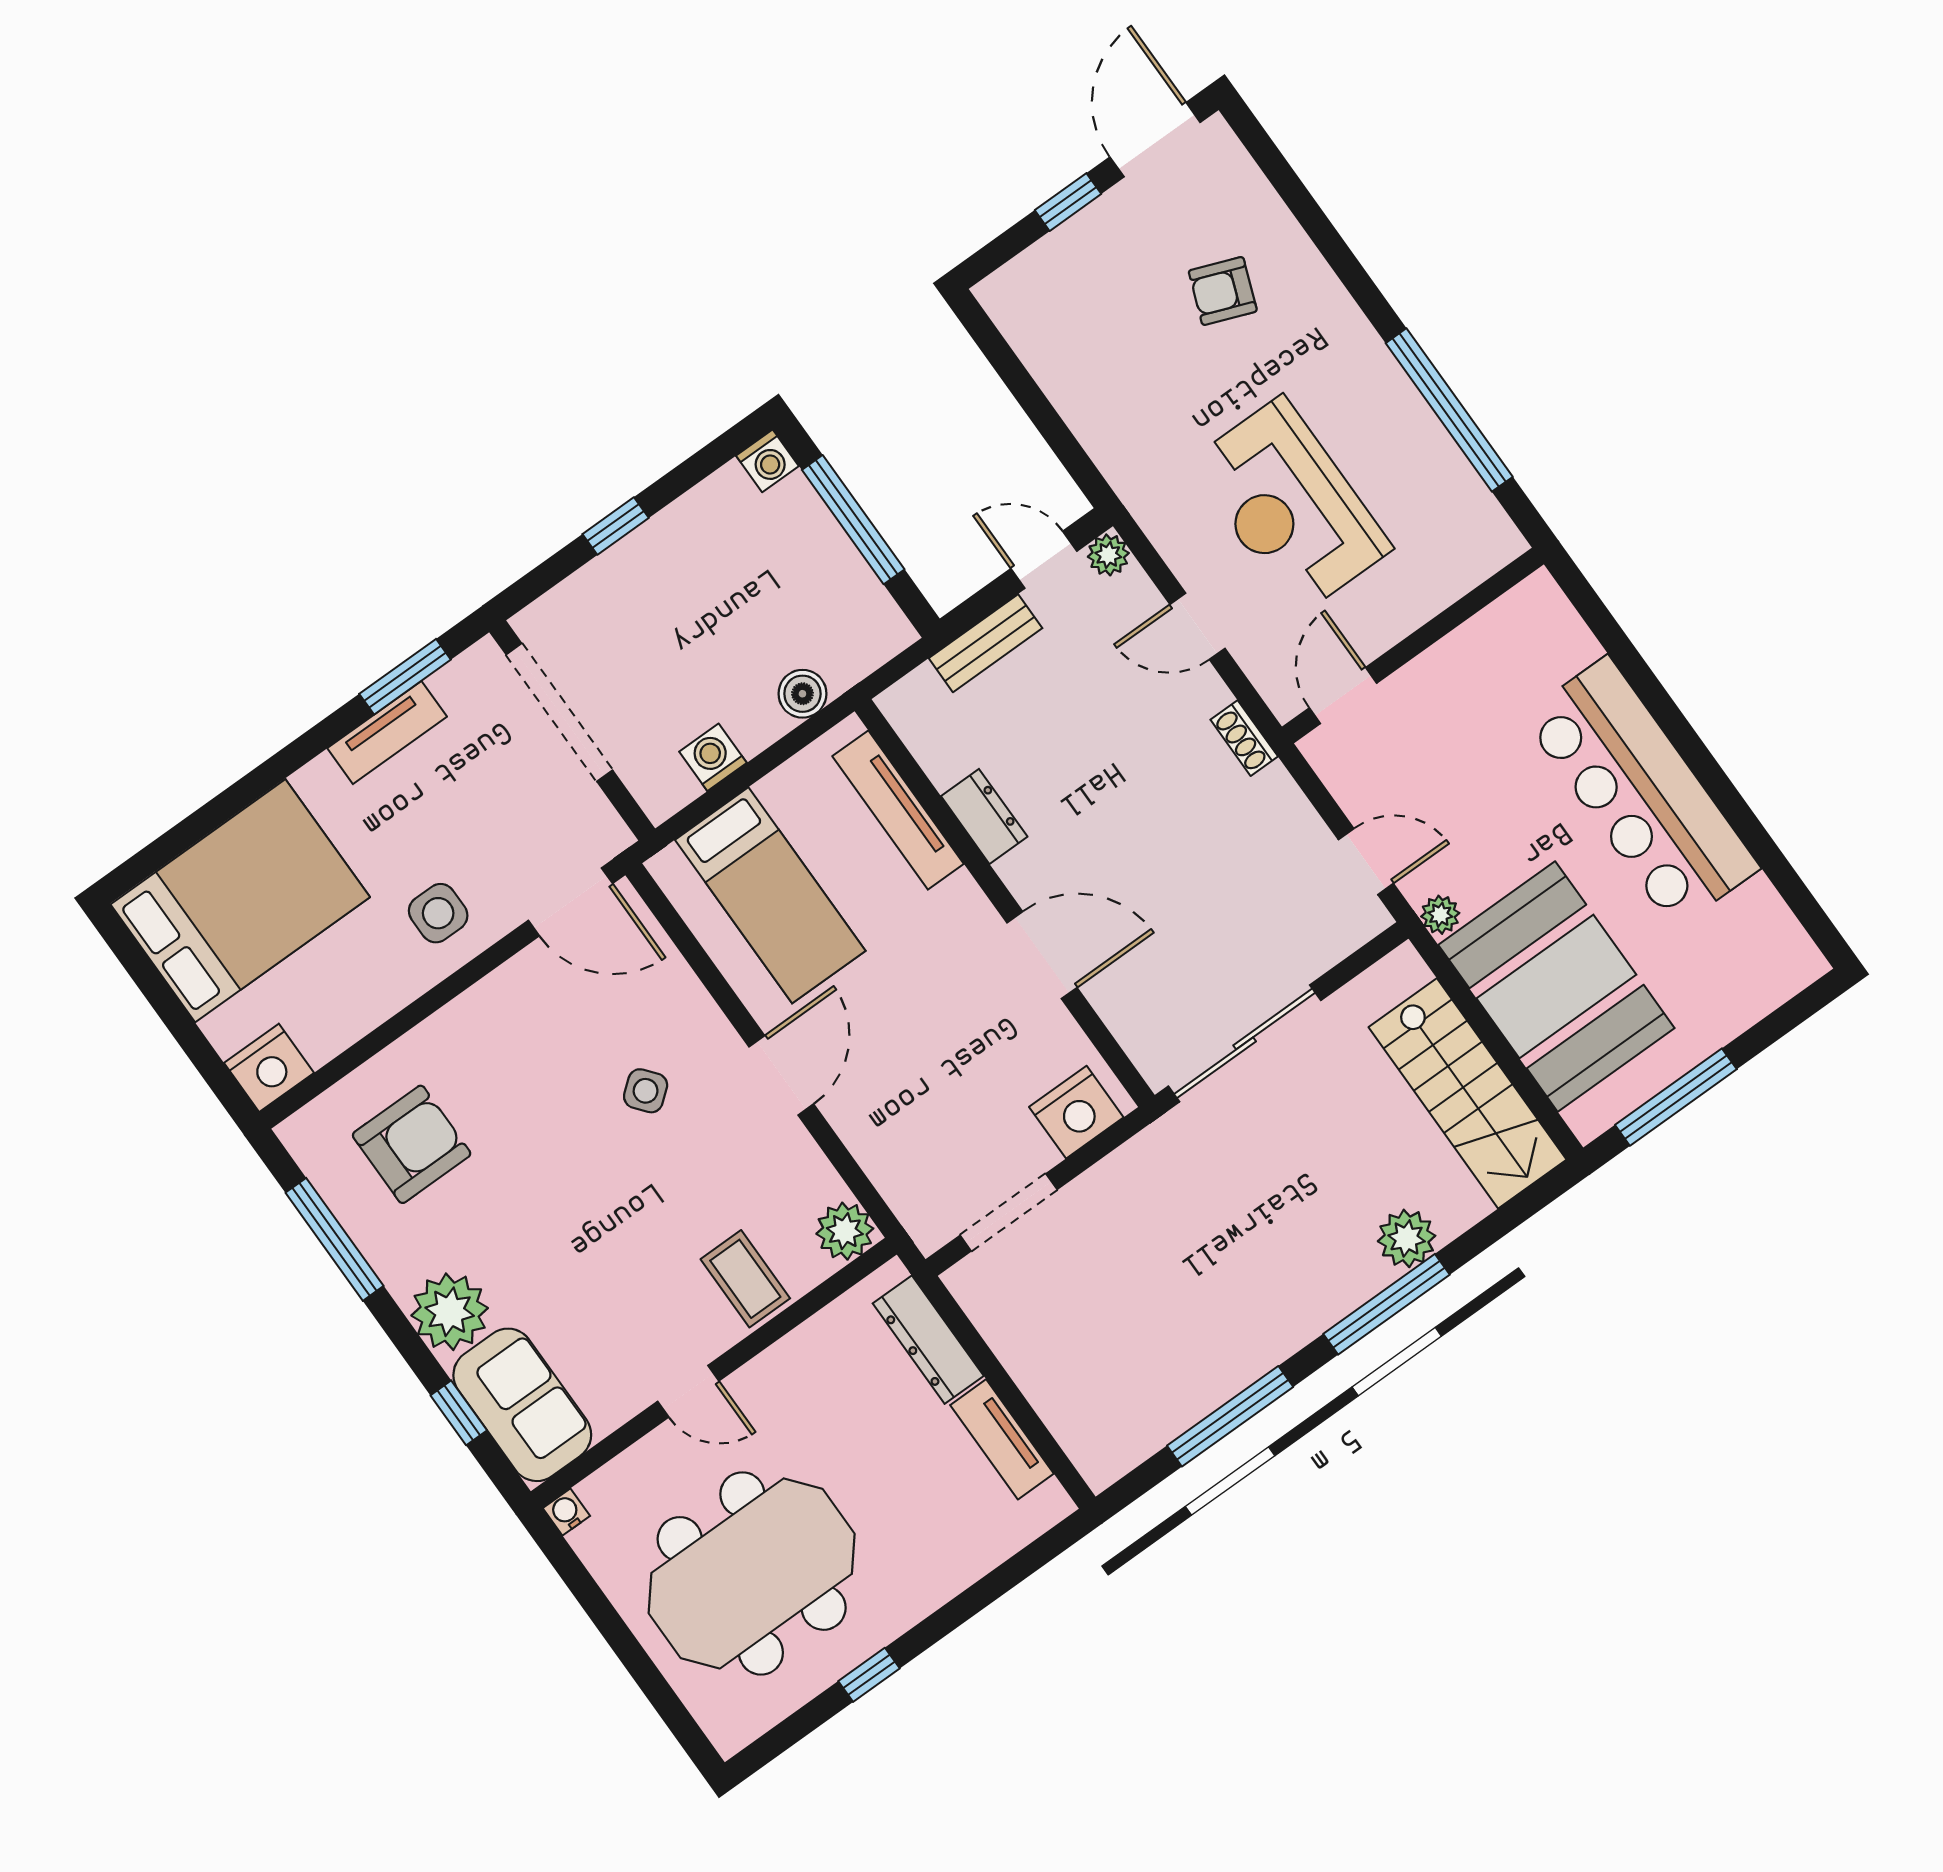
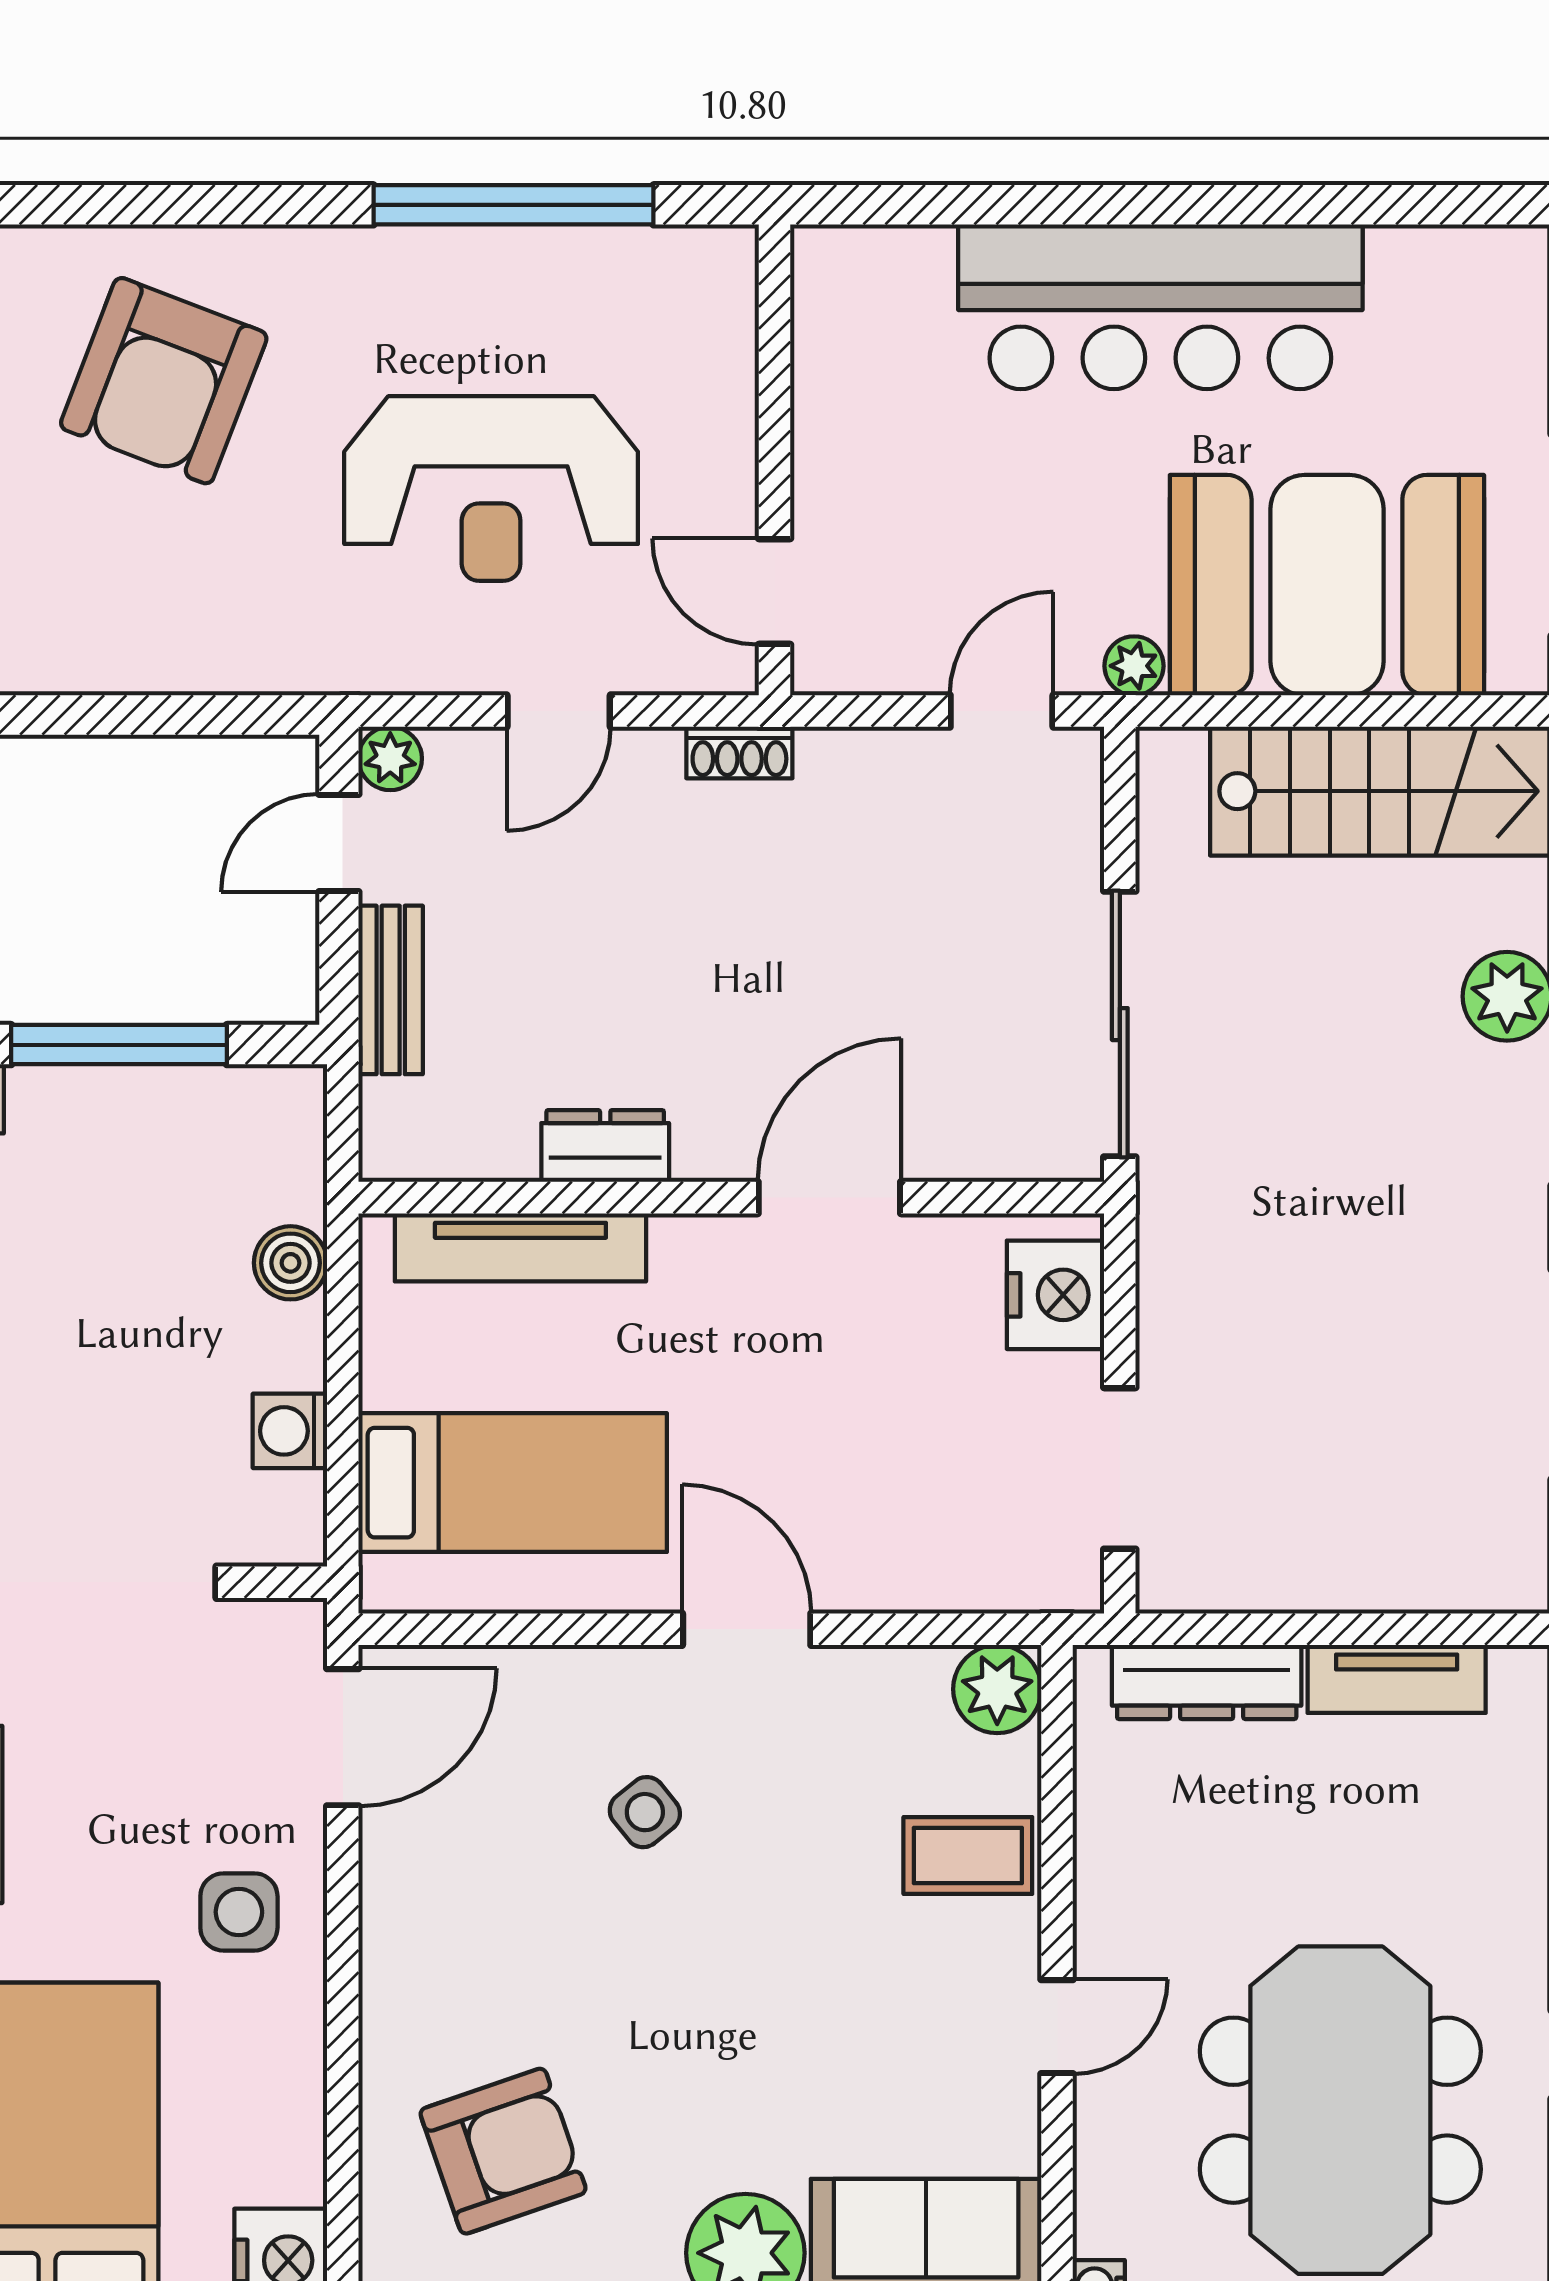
armchair: (1223, 291) -> (164, 381), width x1.88, depth x1.88
armchair: (412, 1144) -> (503, 2151), turned 71

